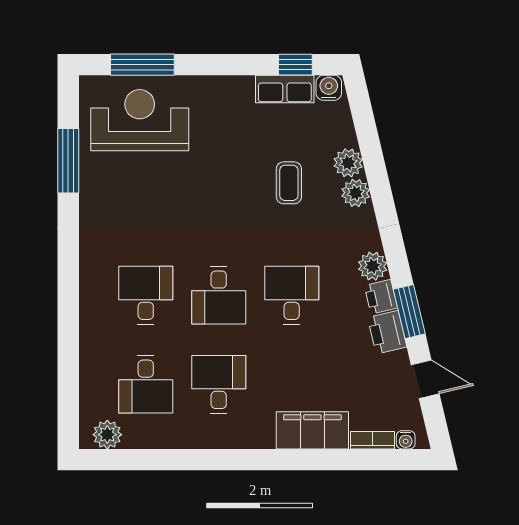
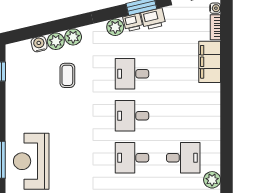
water cooler: (329, 88) -> (39, 44), moved, turned 77
row of seats: (285, 89) -> (13, 78), removed
coffee table: (289, 183) -> (67, 75), turned 90
desk: (219, 295) -> (132, 116), turned 180
desk: (219, 384) -> (183, 116), removed

